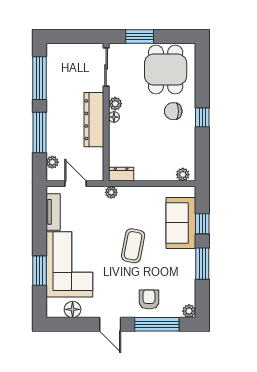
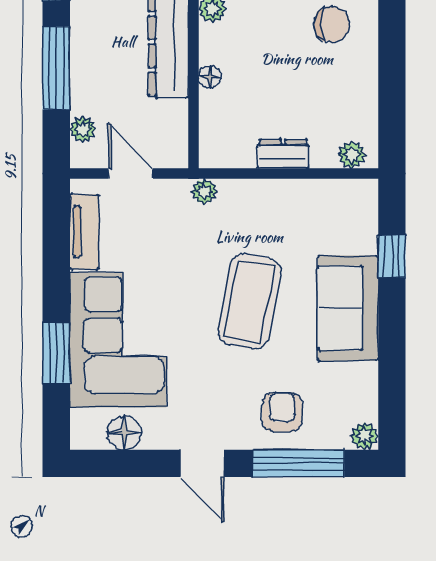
chair: (173, 111) -> (332, 24), turned 180
floor lamp: (114, 117) -> (210, 77), moved
window: (202, 117) -> (392, 37), removed
dresser: (121, 174) -> (283, 154), moved
sofa: (181, 223) -> (348, 308), moved
coffee table: (133, 246) -> (249, 302), width x1.36, depth x1.32
window: (202, 264) -> (392, 338), removed

